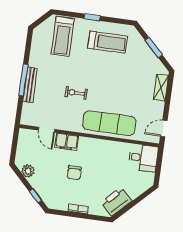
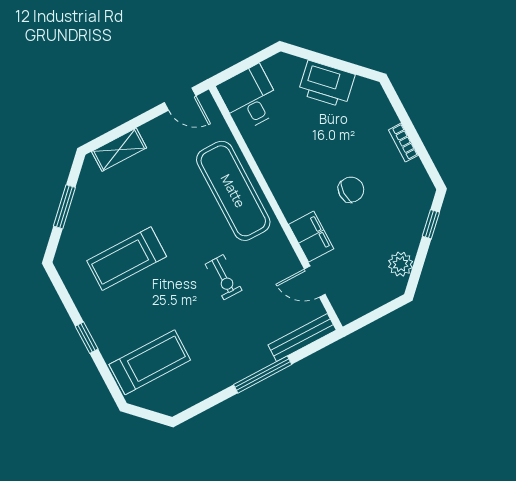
treadmill: (108, 42) -> (127, 259), moved, turned -90
bench: (30, 85) -> (302, 338), moved
door: (47, 130) -> (315, 282), swing flipped
printer: (116, 202) -> (326, 84), moved

